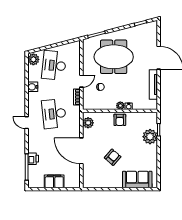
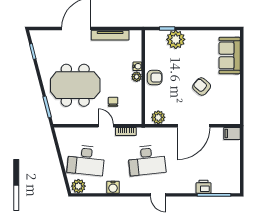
meeting table: (114, 57) -> (75, 85), turned 90
door: (27, 123) -> (158, 195), hinge flipped
filing cabinet: (54, 181) -> (232, 133), moved, width x0.50

